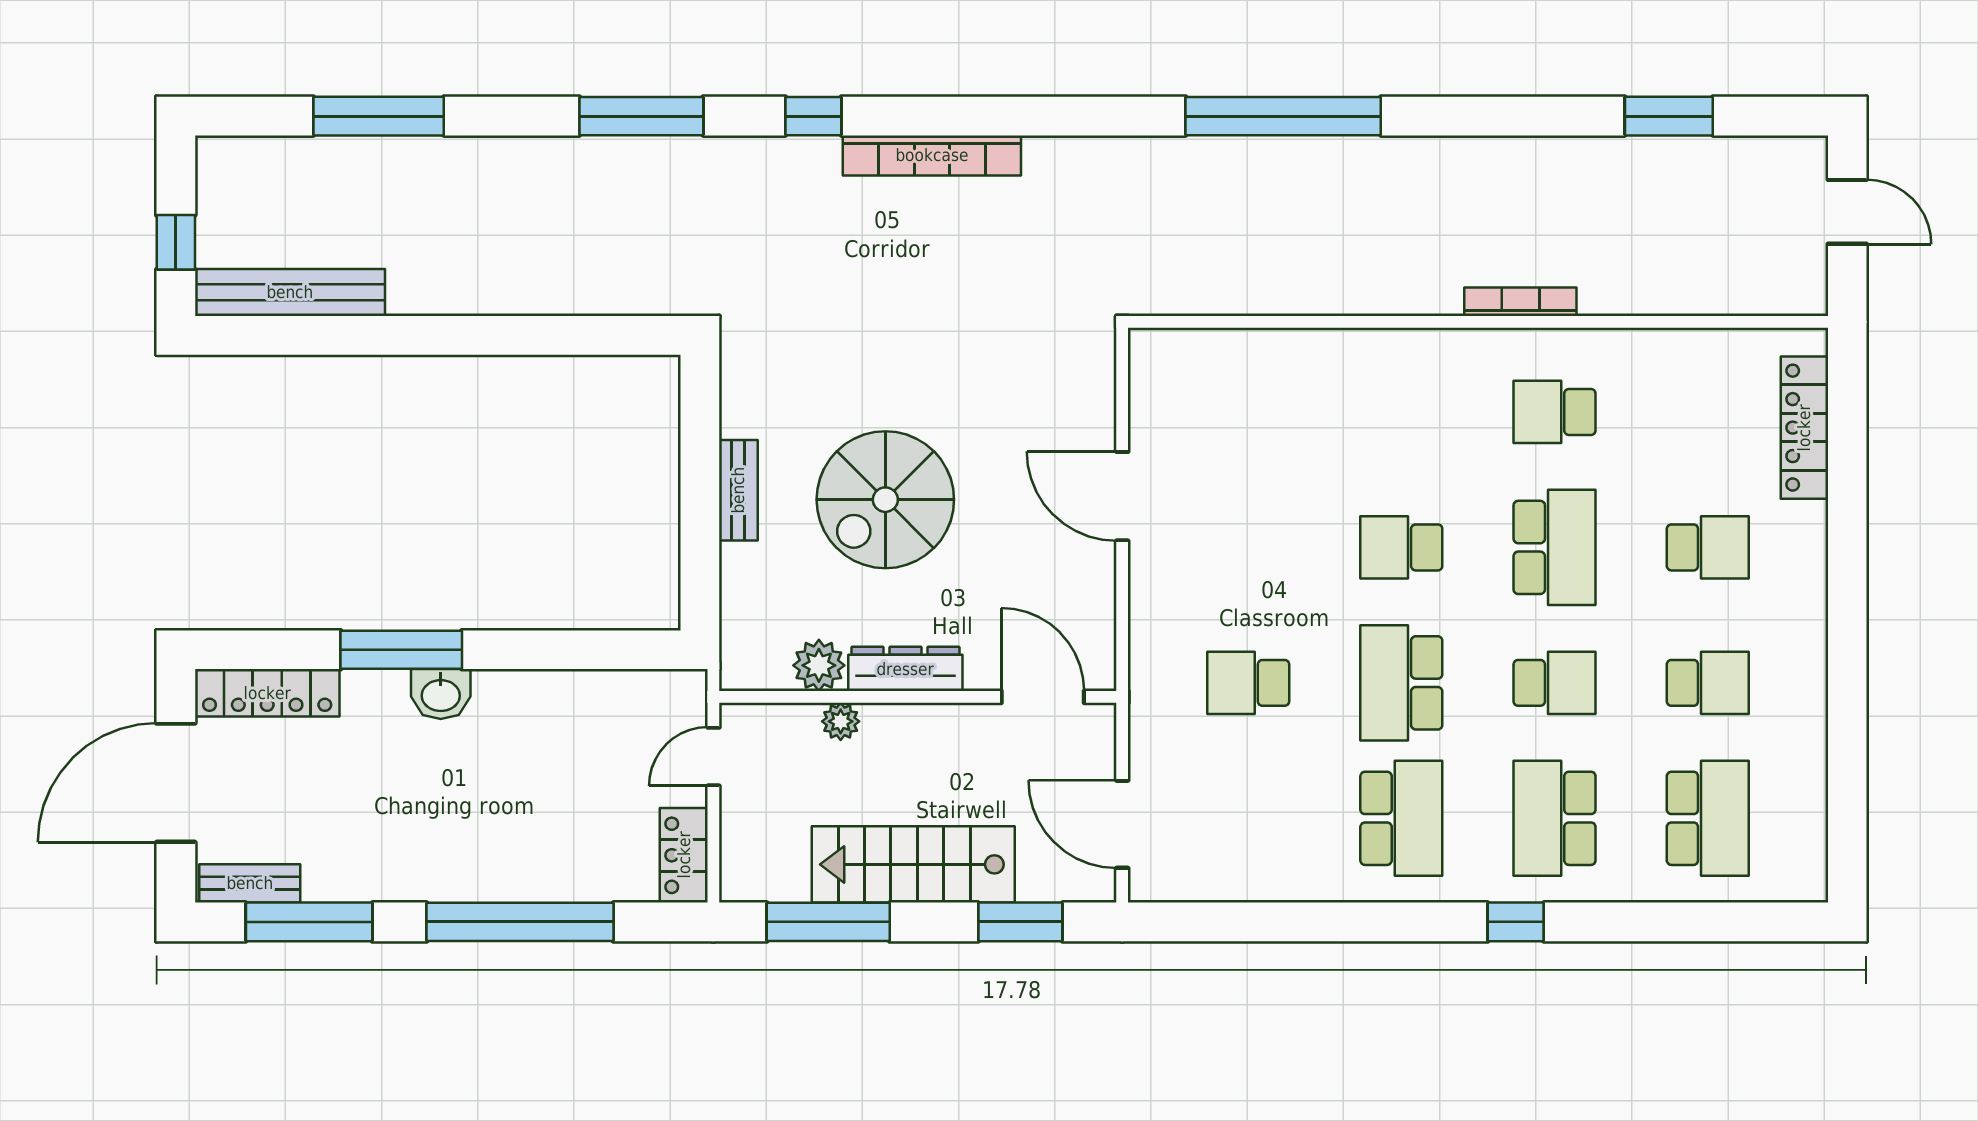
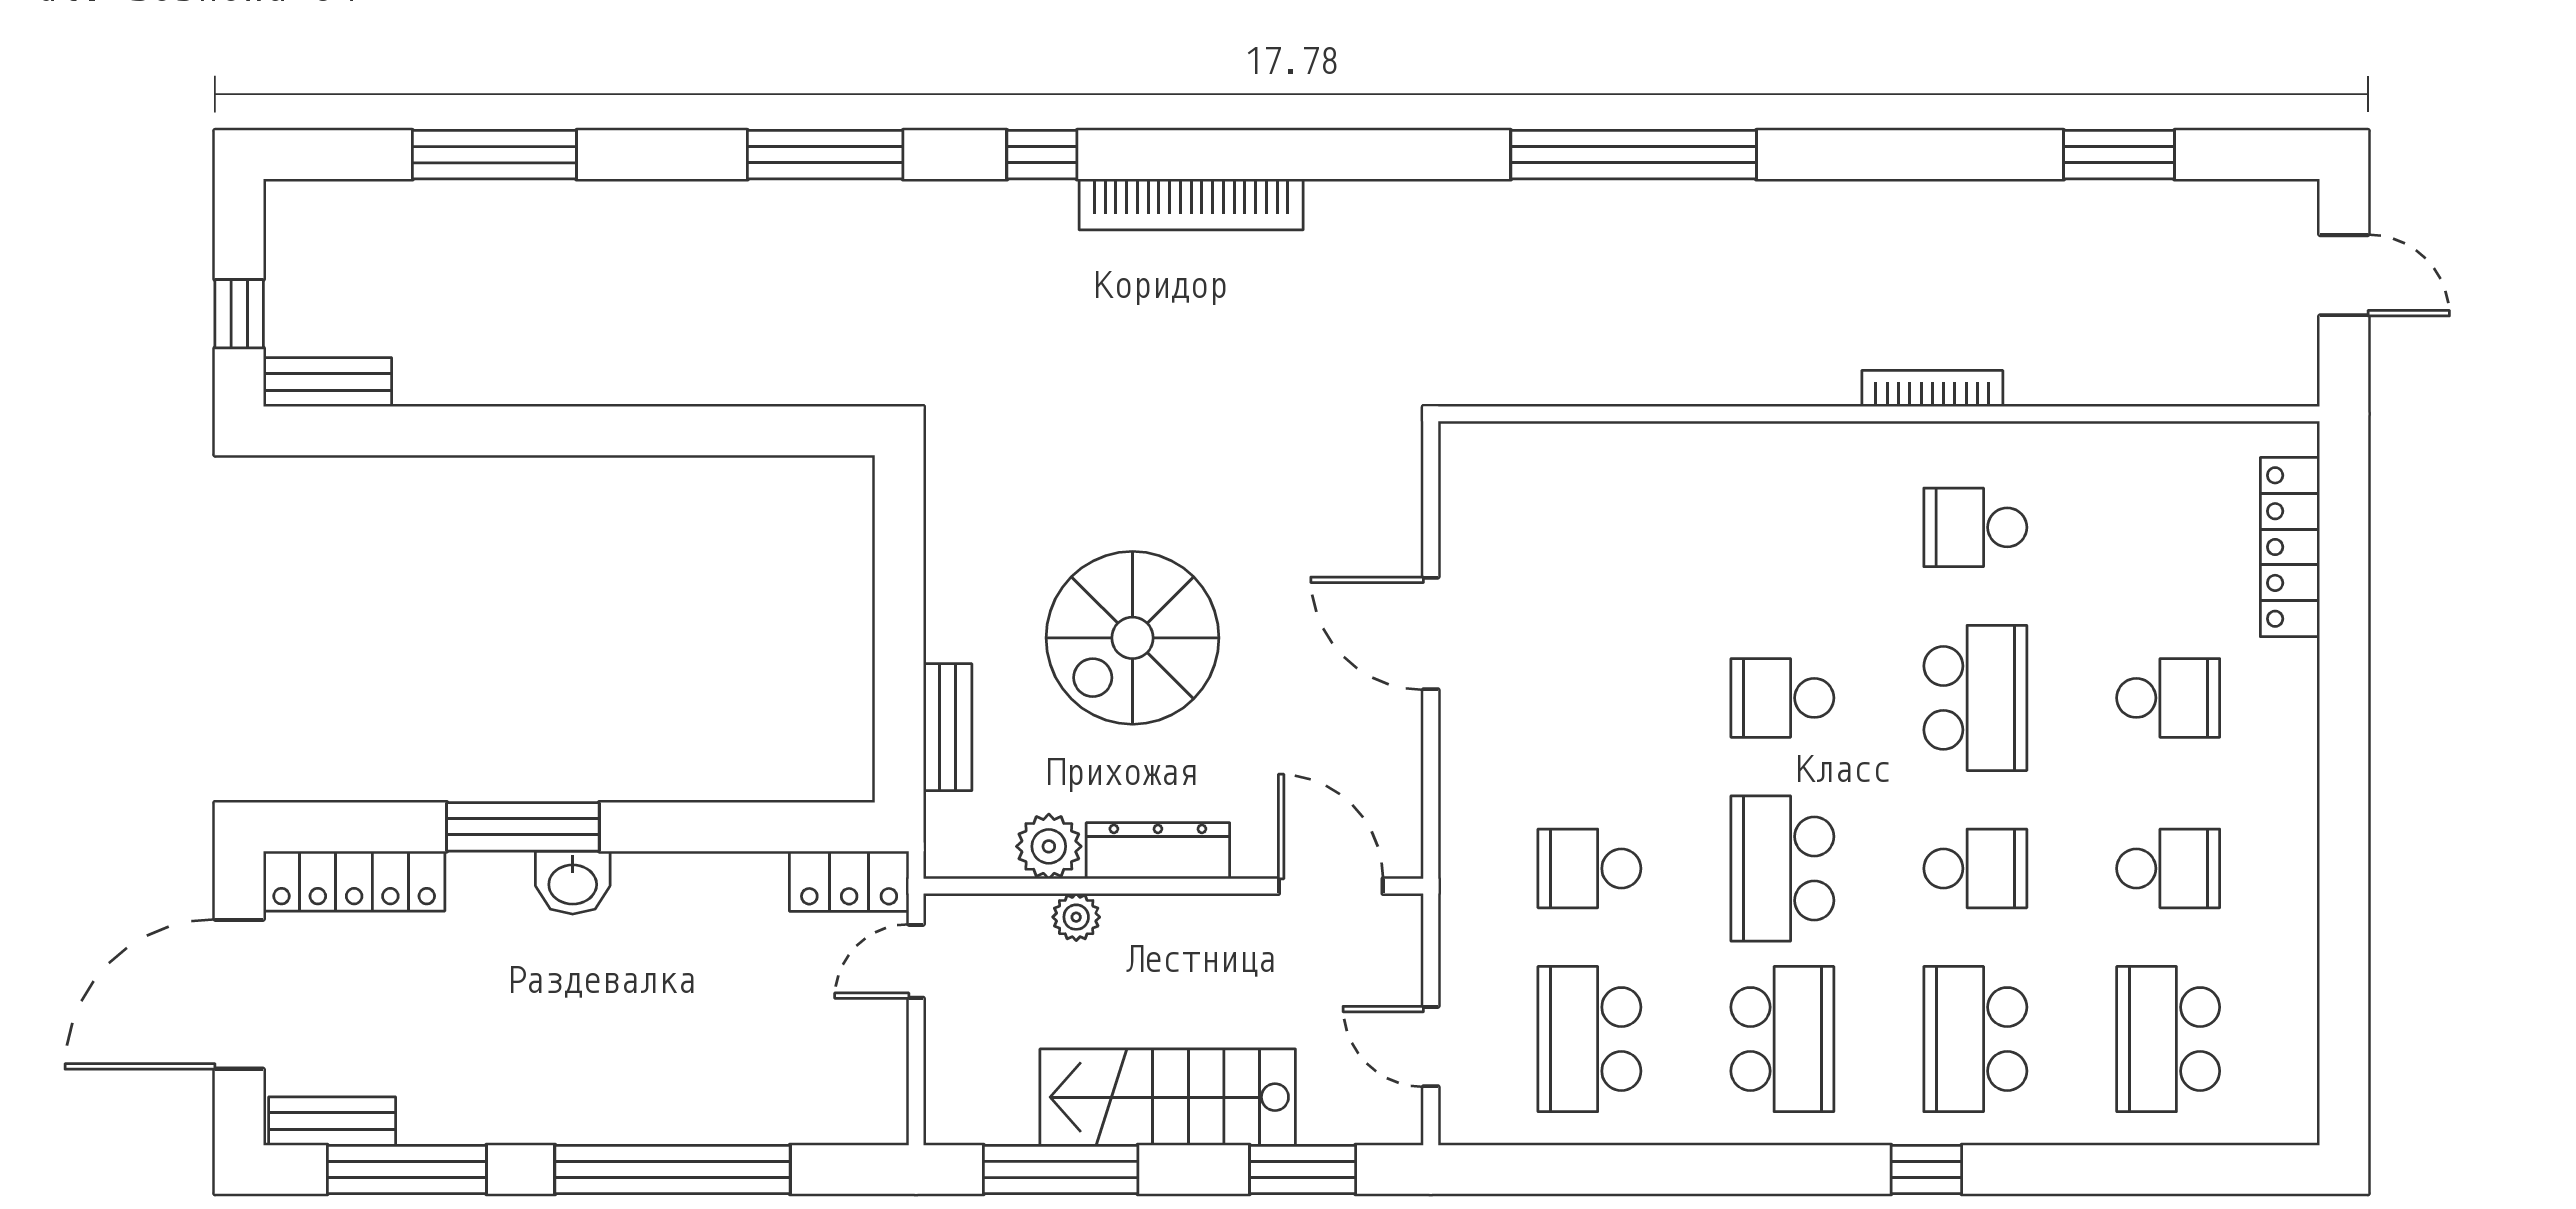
bench: (290, 292) -> (327, 382), width x0.54, depth x0.82
bench: (738, 490) -> (948, 727), moved
school desk: (1248, 818) -> (1589, 1039), added
school desk: (1708, 818) -> (2168, 1039), turned 180
door: (1122, 824) -> (1431, 1047), width x0.73
locker: (684, 855) -> (849, 881), moved, turned -90

